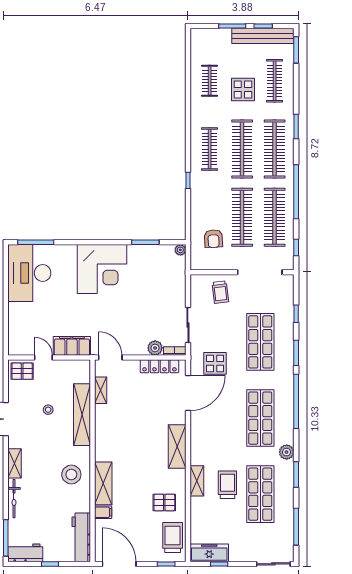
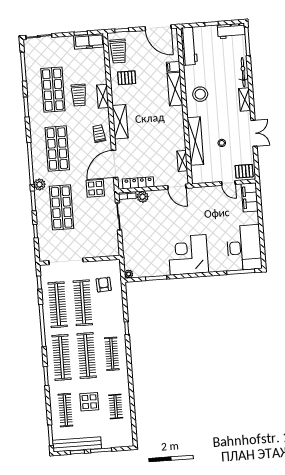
trolley: (220, 292) -> (99, 134), moved
filing cabinet: (72, 346) -> (250, 197), moved, turned 90
plant: (287, 452) -> (39, 184), moved

